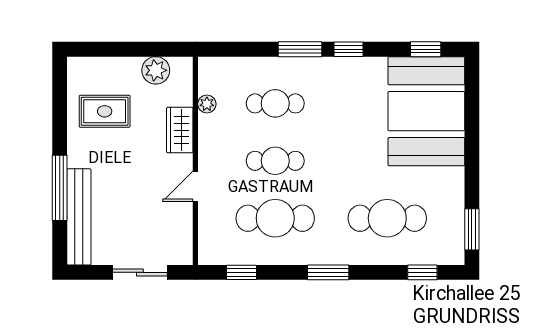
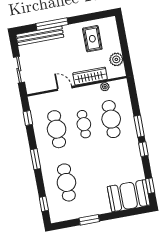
cafe table: (275, 103) -> (111, 119), width x1.37, depth x1.35
booth: (426, 111) -> (129, 196), width x0.73, depth x0.70
wardrobe: (180, 130) -> (90, 76), width x1.50
window: (472, 229) -> (89, 220), moved

